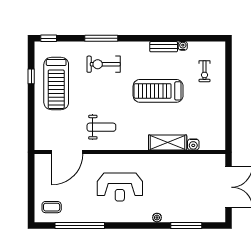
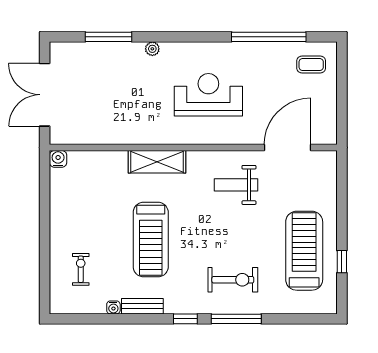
window: (49, 38) -> (185, 319), moved
treadmill: (158, 91) -> (151, 240), turned 90
shelving: (168, 143) -> (157, 162), moved
water cooler: (193, 144) -> (58, 159), moved

